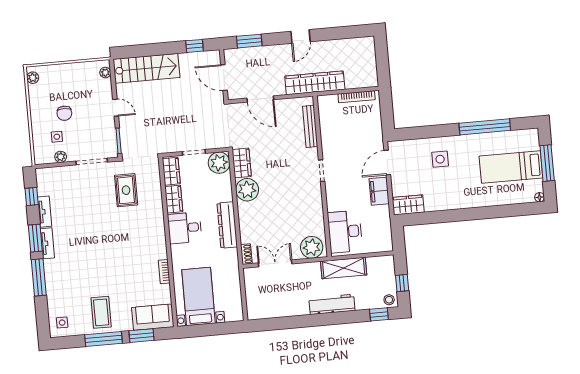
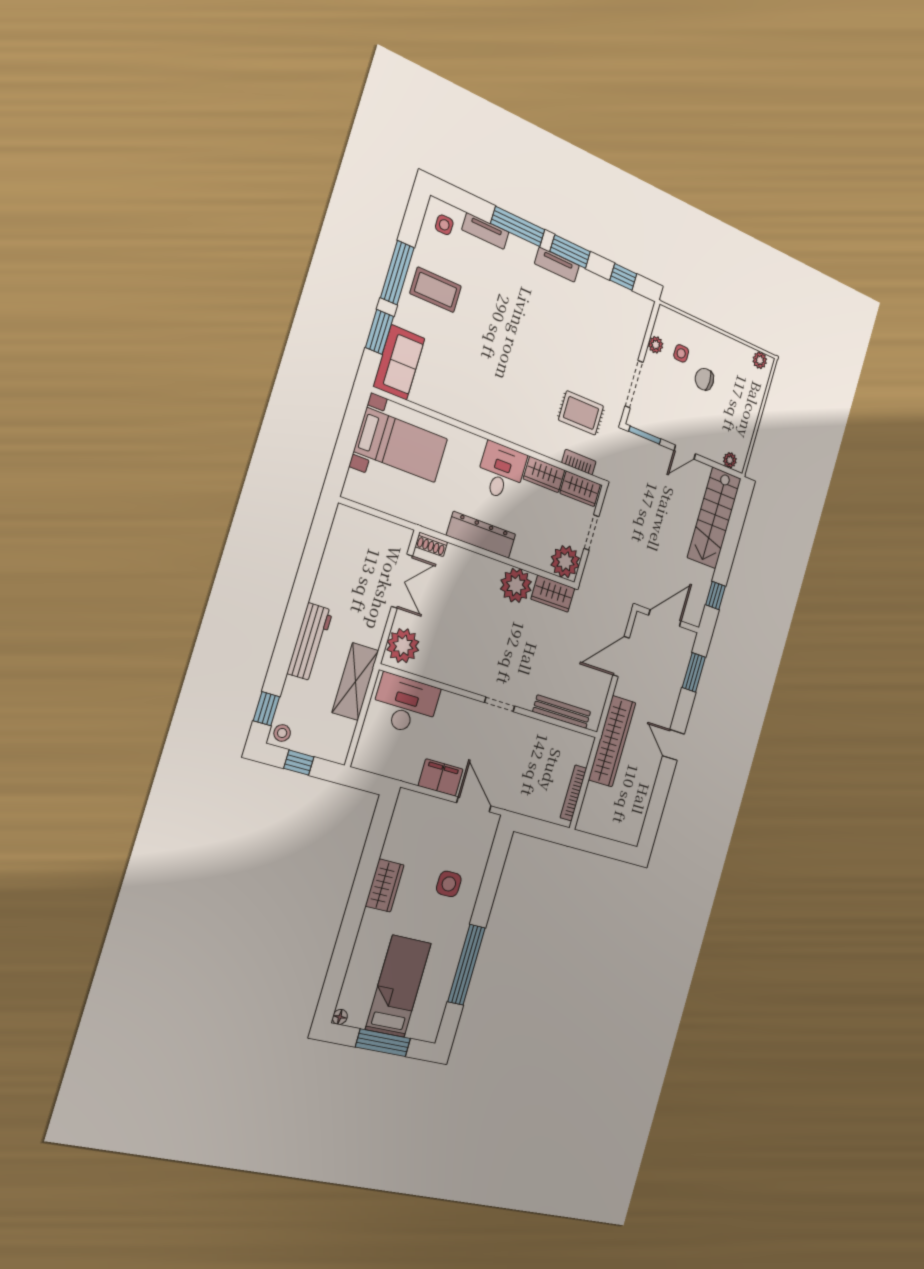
wardrobe: (408, 205) -> (385, 885), moved
tv unit: (45, 212) -> (485, 231), moved
bookcase: (164, 272) -> (579, 462), moved

